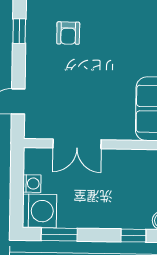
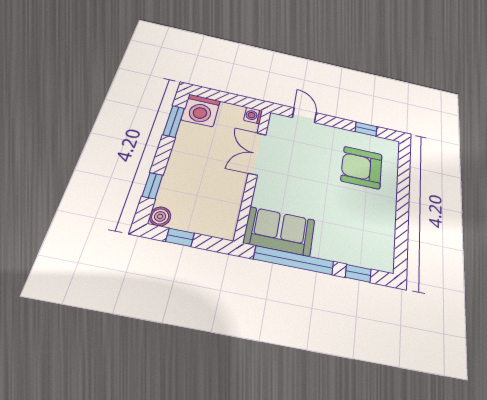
armchair: (68, 33) -> (362, 168), width x1.88, depth x1.88
washing machine: (32, 184) -> (253, 115), moved, turned 90

